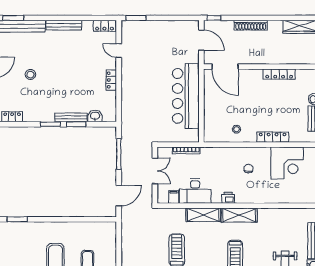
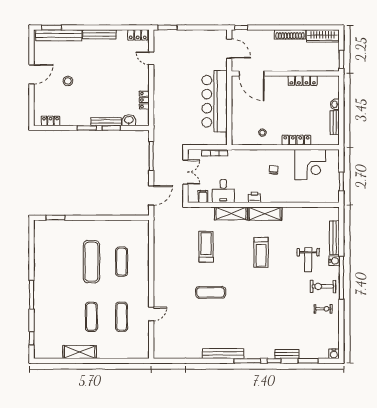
shoe rack: (251, 25) -> (290, 34), moved
locker: (111, 80) -> (144, 100), moved
desk: (195, 191) -> (223, 191), width x0.73

